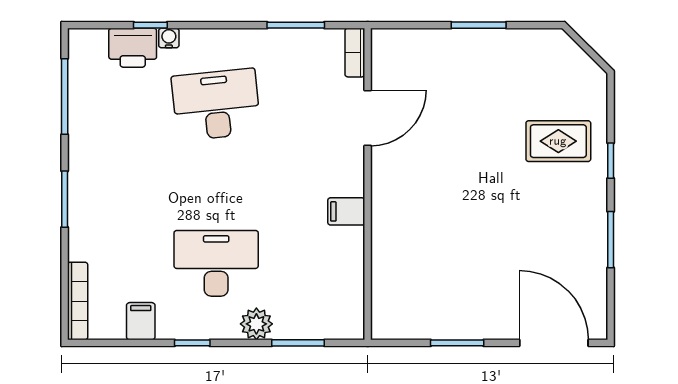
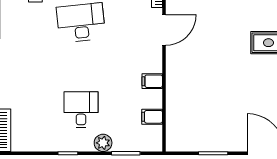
desk: (216, 263) -> (81, 110), width x0.73
filing cabinet: (141, 321) -> (152, 117), moved, turned -90

